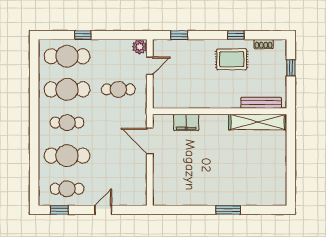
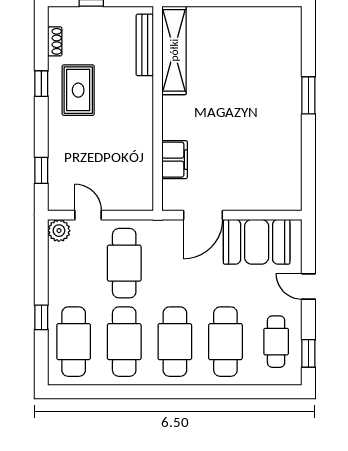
cafe table: (118, 89) -> (124, 263), width x1.37, depth x1.35
cafe table: (67, 123) -> (175, 342), width x1.37, depth x1.35
booth: (132, 176) -> (257, 242), added

